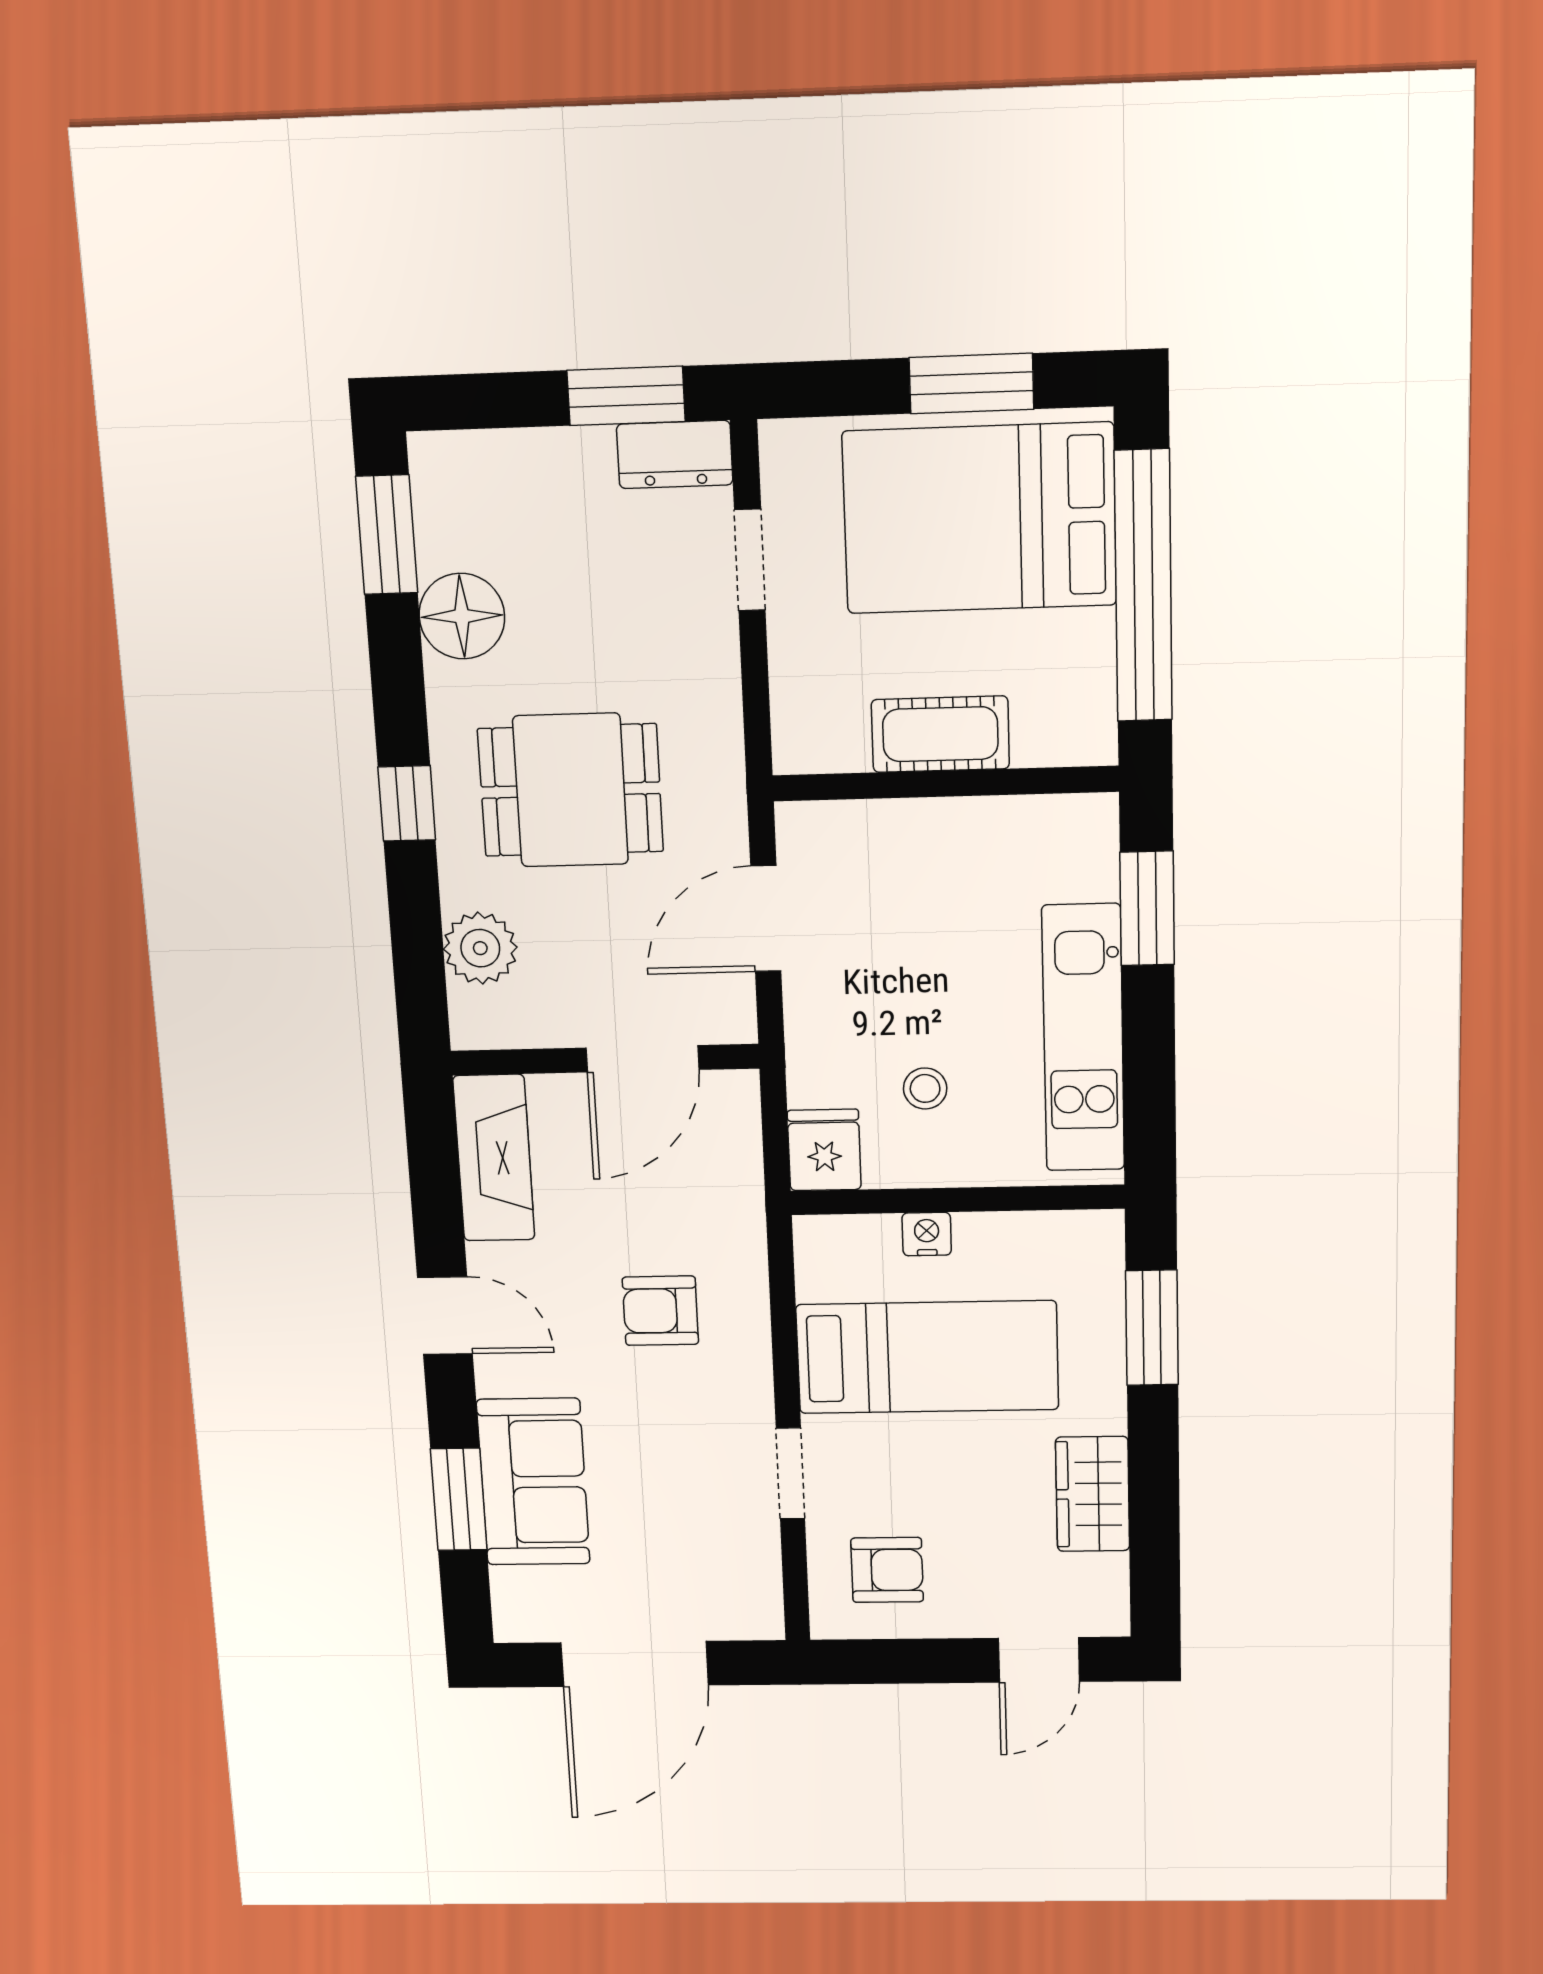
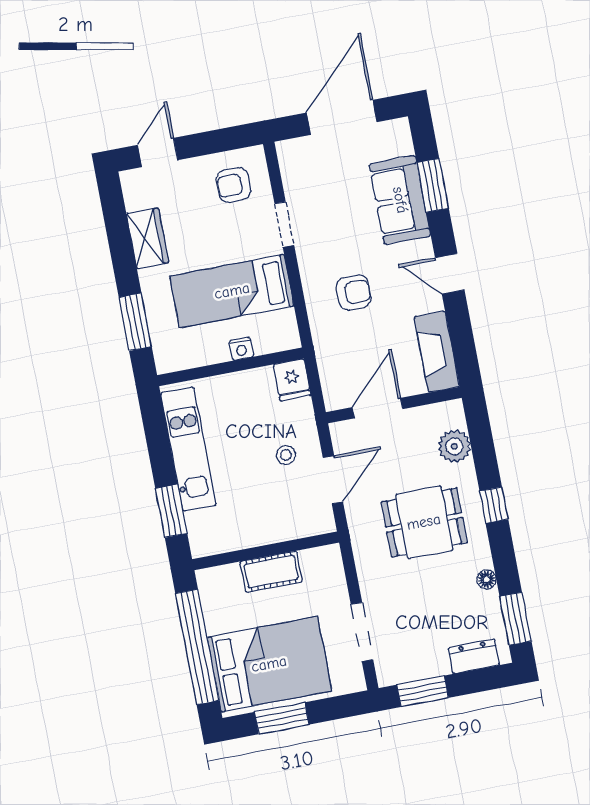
dresser: (675, 454) -> (474, 656), moved
doorway: (750, 560) -> (362, 632), width x1.38
floor lamp: (462, 616) -> (487, 579), width x0.53, depth x0.53
stool: (925, 1088) -> (286, 455), moved

